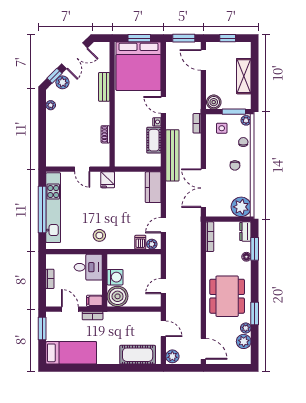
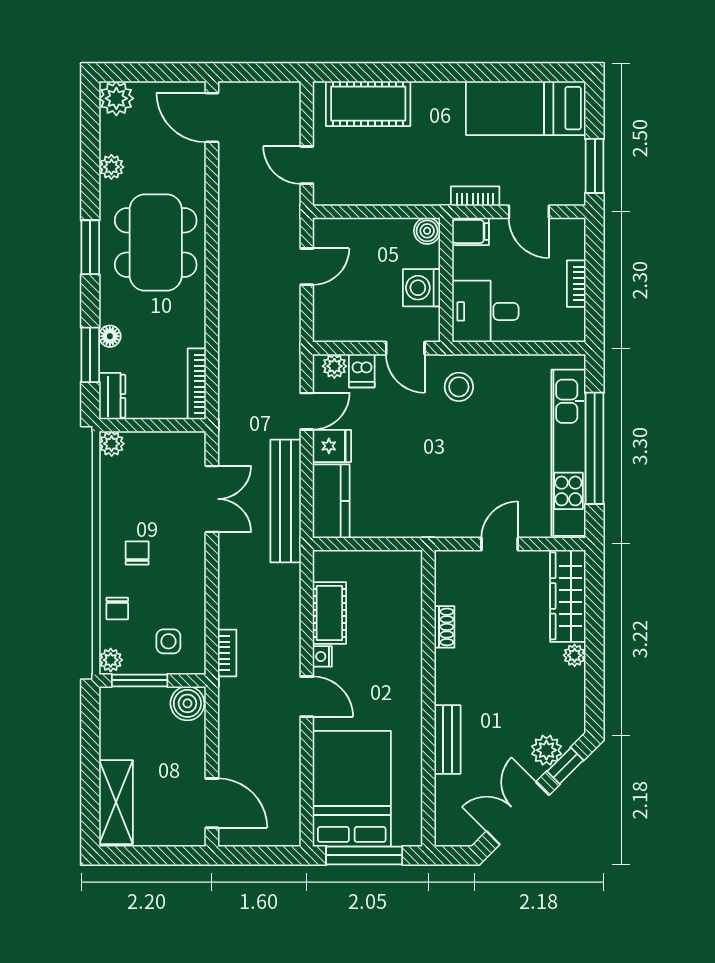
window: (139, 38) -> (364, 855), width x1.44
window: (184, 38) -> (259, 855), removed
window: (228, 38) -> (155, 855), removed
bed: (139, 66) -> (352, 789), width x0.73
shelving: (244, 76) -> (116, 802), moved
plant: (51, 105) -> (575, 655), moved
wardrobe: (53, 147) -> (568, 596), added
bench: (172, 155) -> (286, 501), moved
door: (82, 169) -> (500, 544), hinge flipped
fridge: (108, 180) -> (332, 446), moved, turned 90
double door: (203, 188) -> (212, 499), width x0.73
plant: (241, 207) -> (112, 444), width x0.53, depth x0.53
door: (122, 252) -> (405, 348), added
boiler: (118, 296) -> (427, 231), width x0.54, depth x0.54
window: (255, 314) -> (90, 247), moved
plant: (244, 341) -> (116, 98), moved
plant: (172, 356) -> (285, 100), removed

